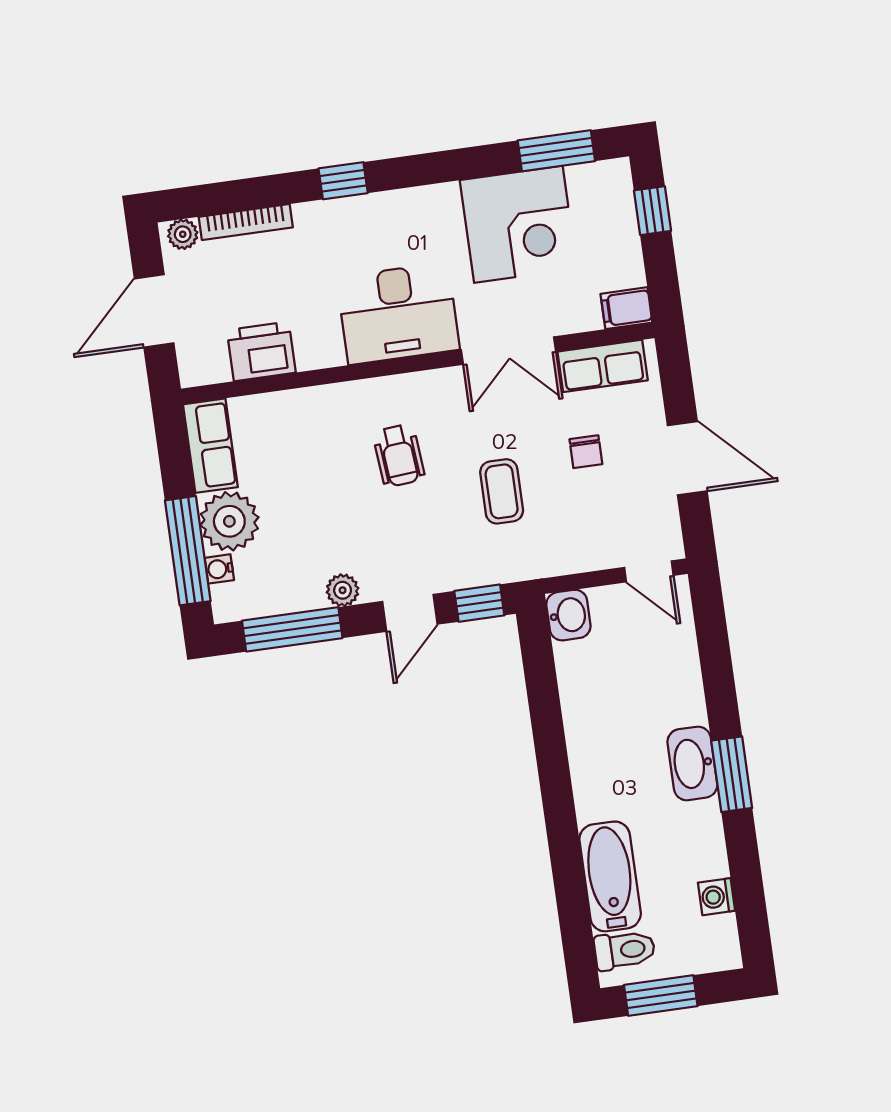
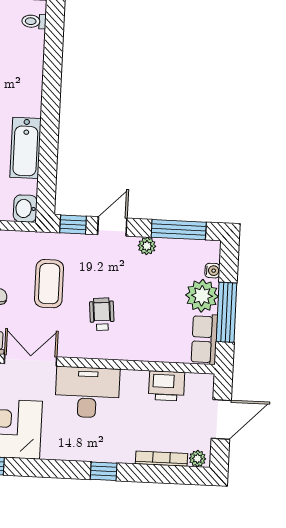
coffee table: (502, 491) -> (49, 284), width x1.36, depth x1.30
window: (188, 551) -> (226, 312), moved
bathtub: (610, 876) -> (25, 148), moved
toilet: (625, 950) -> (34, 21), width x0.73, depth x0.72

